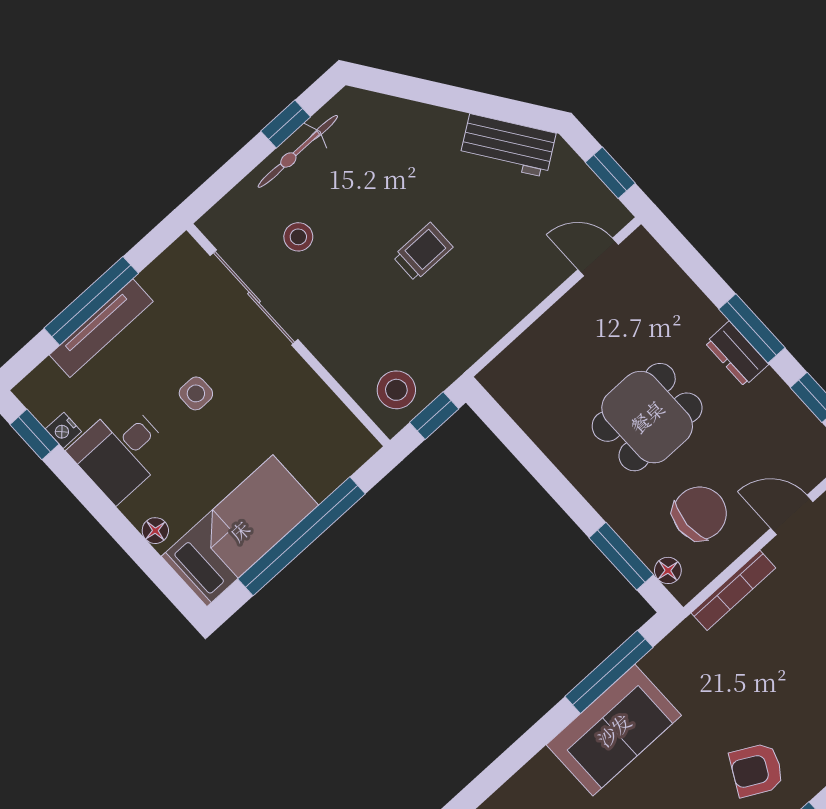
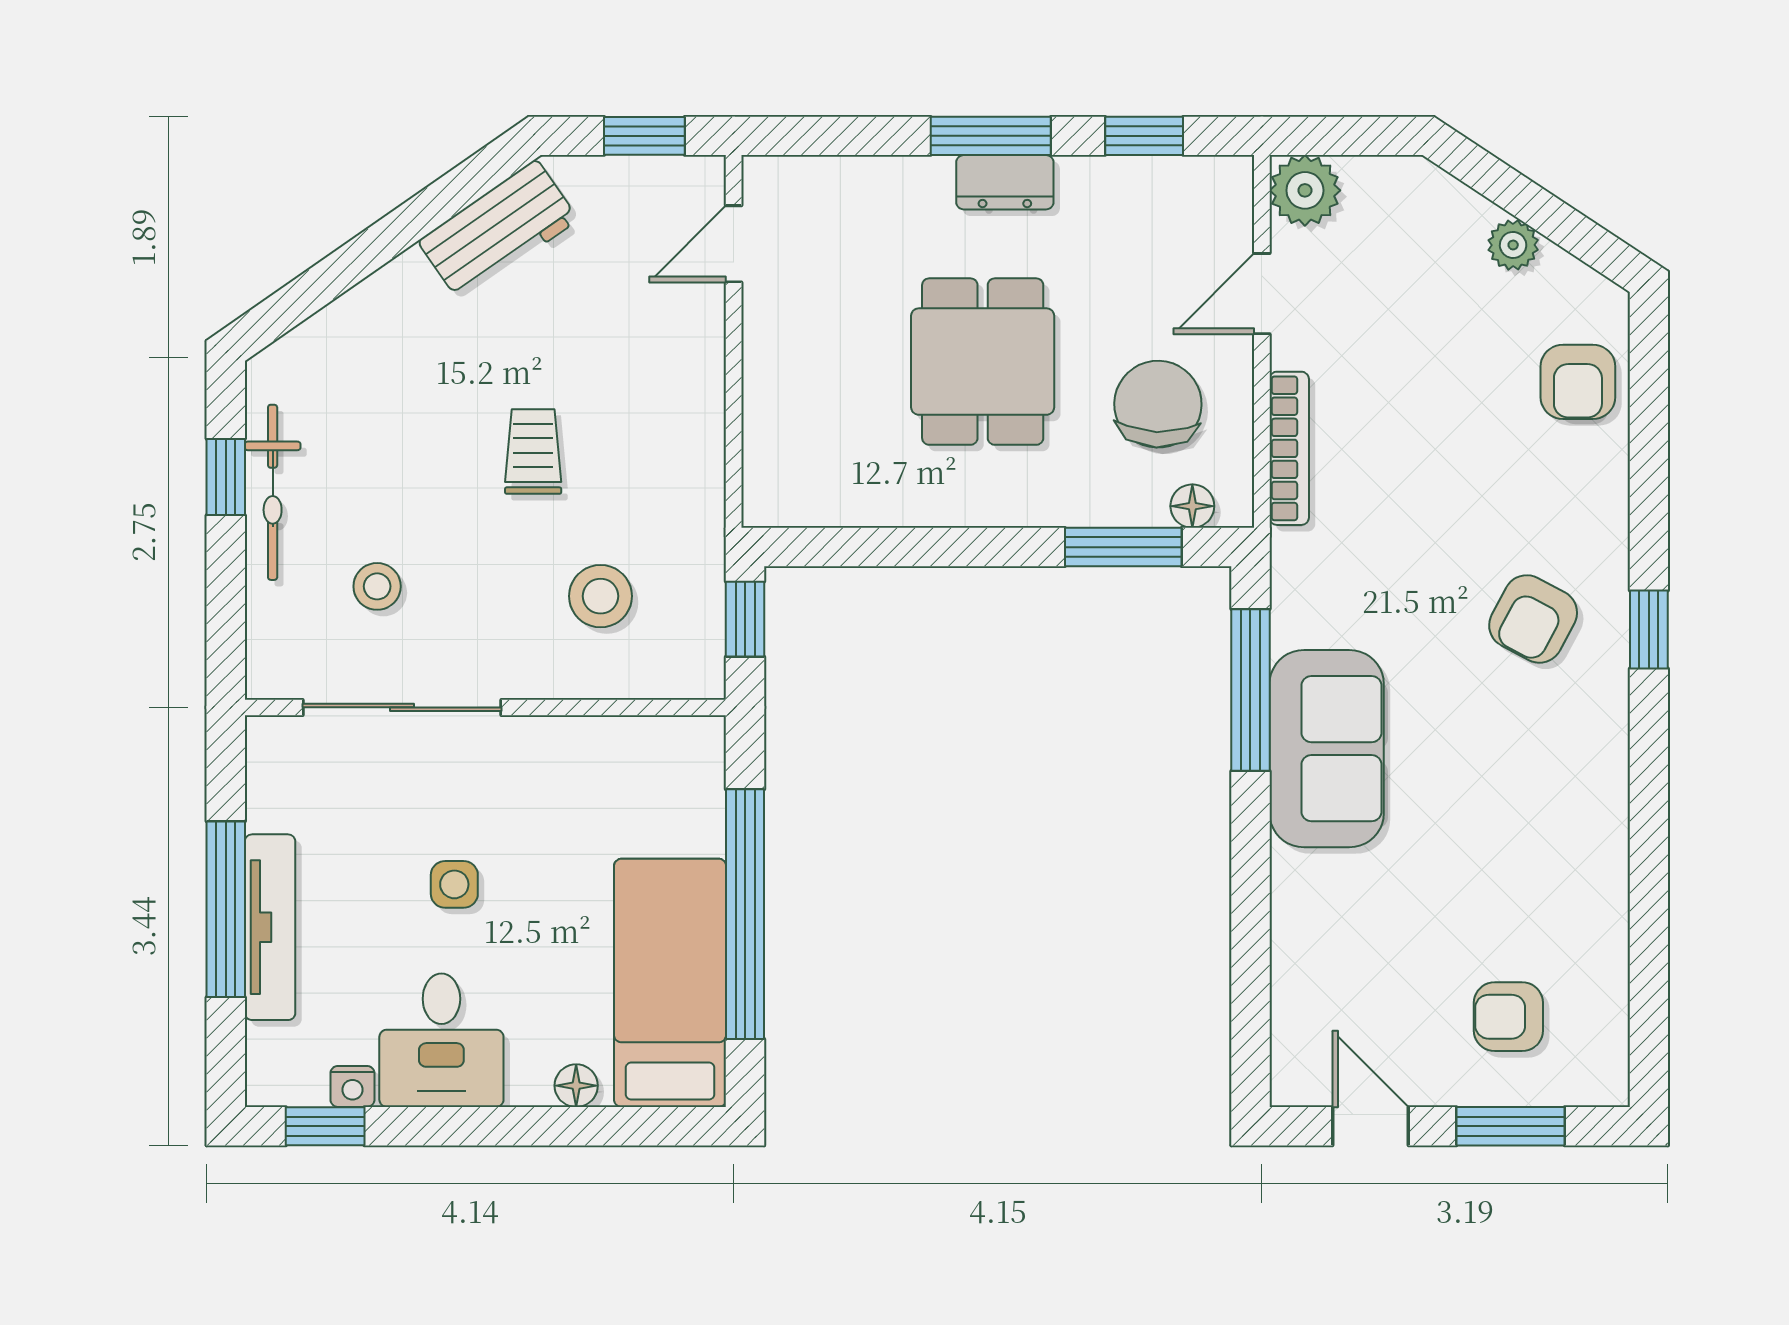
stool: (396, 390) -> (601, 596), moved

